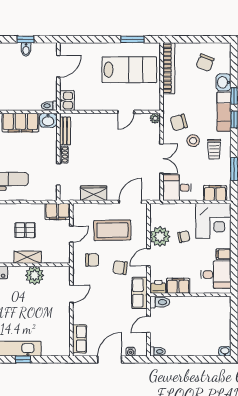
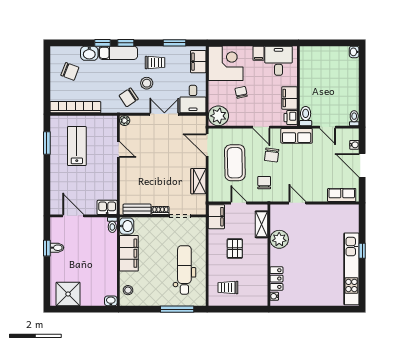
lab bench: (129, 70) -> (77, 146), width x0.73, depth x0.72
chair: (179, 122) -> (129, 97), turned 71
plant: (160, 236) -> (218, 116), moved
shelving: (28, 257) -> (261, 224), moved

